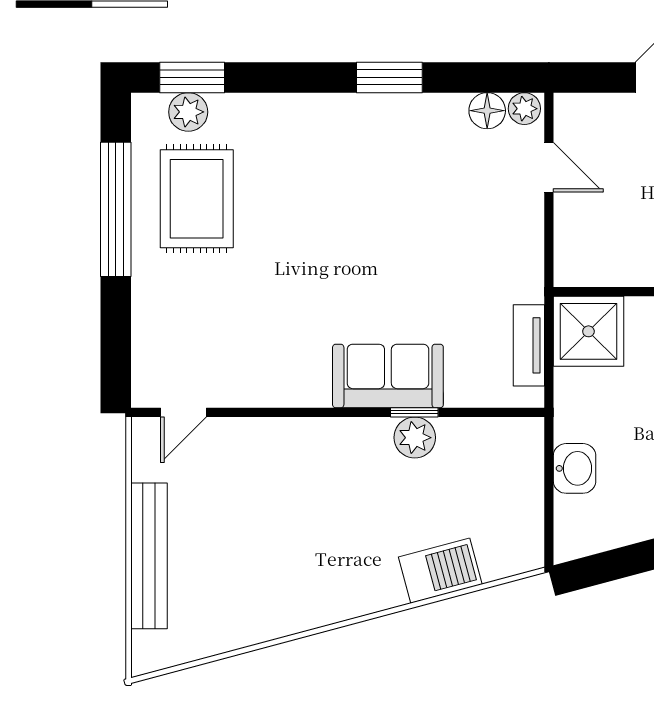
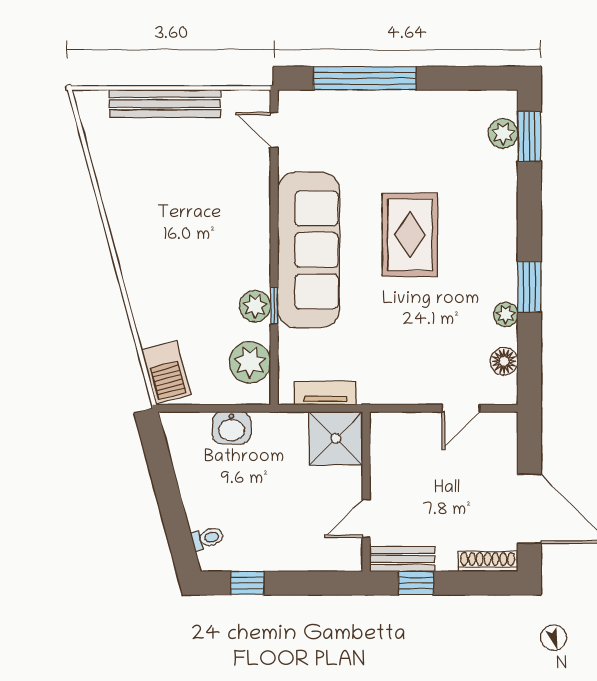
plant: (524, 109) -> (506, 314), moved
rug: (197, 199) -> (410, 235), moved, turned 90
window: (116, 209) -> (365, 78), moved
sofa: (388, 376) -> (308, 250), width x1.85, depth x1.27
plant: (488, 444) -> (250, 362), added
barbecue: (440, 571) -> (166, 372), moved

